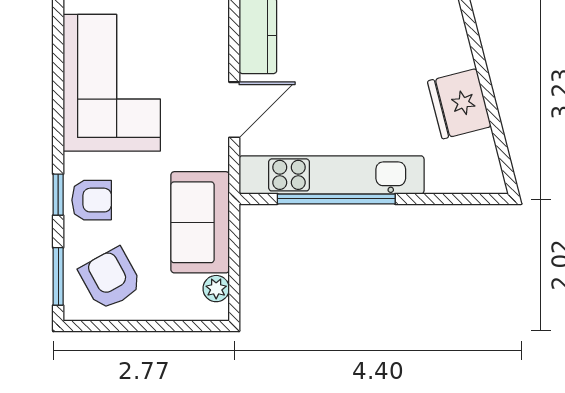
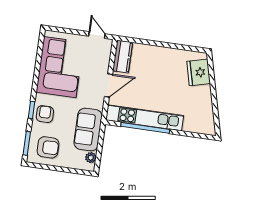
fridge: (459, 104) -> (199, 72), moved
armchair: (92, 200) -> (45, 114), turned -90
armchair: (110, 279) -> (48, 147), turned 119

